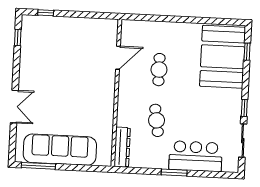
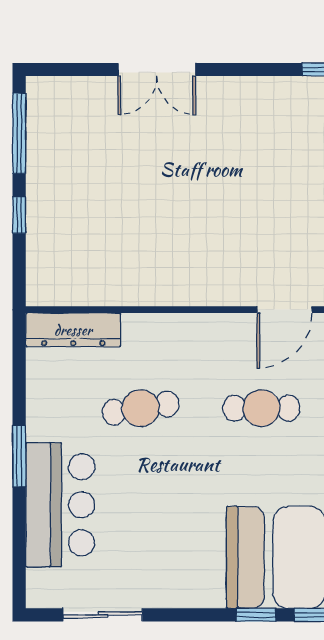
door: (118, 58) -> (284, 310), hinge flipped
window: (244, 108) -> (256, 615), moved
sofa: (60, 150) -> (60, 183), removed
window: (73, 167) -> (19, 215), added

